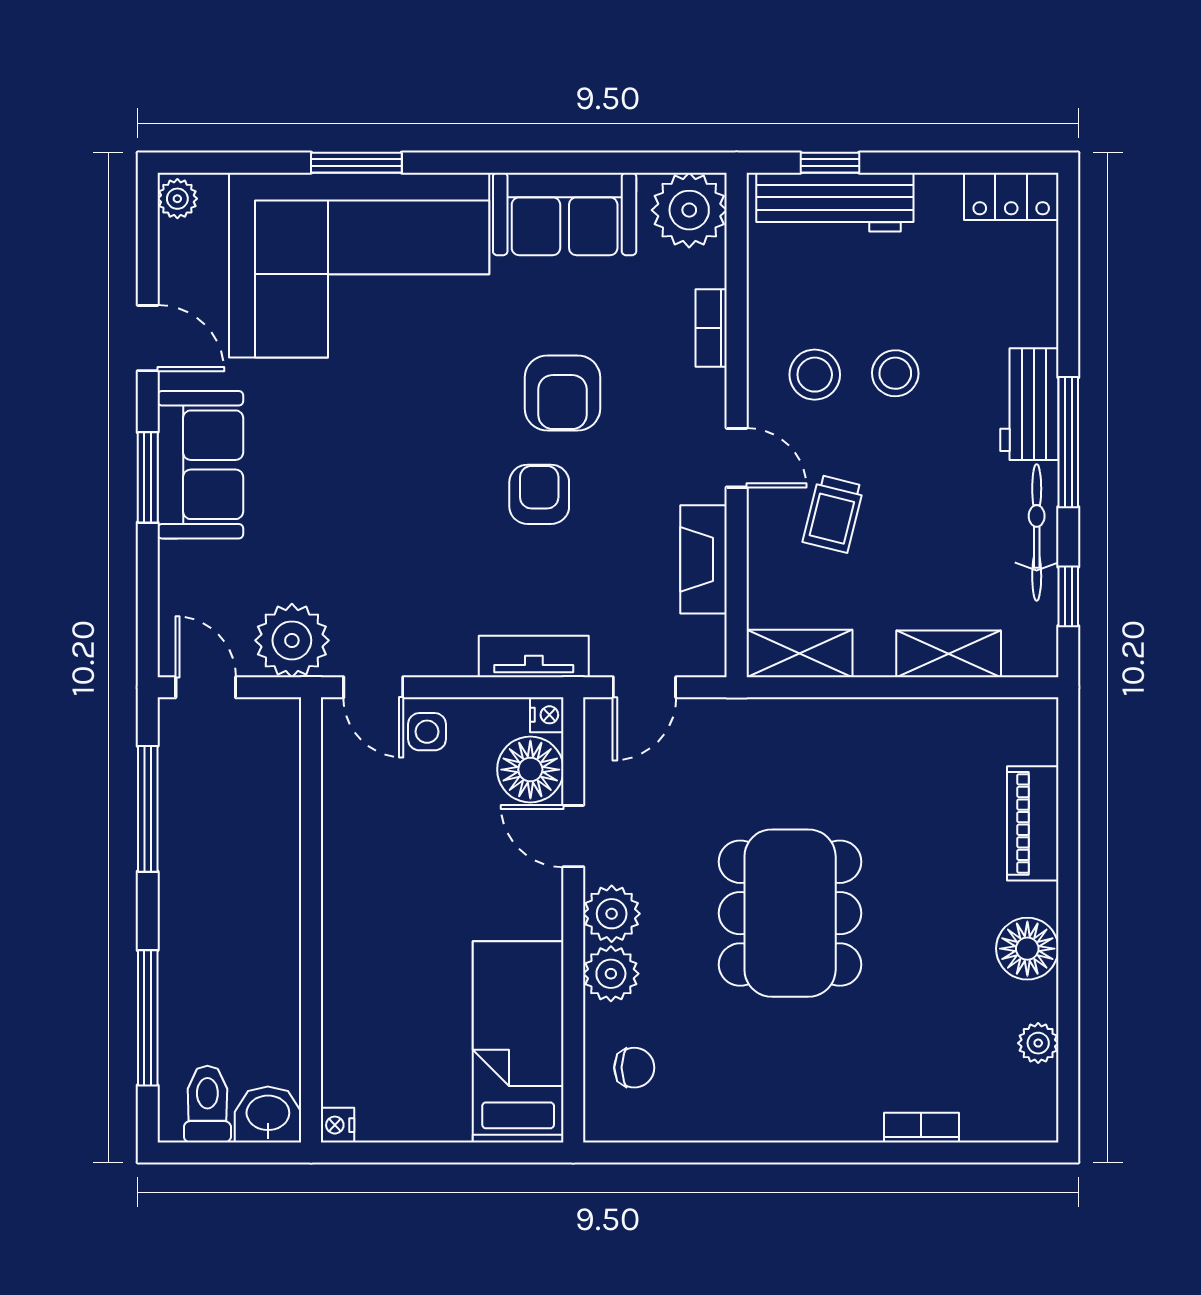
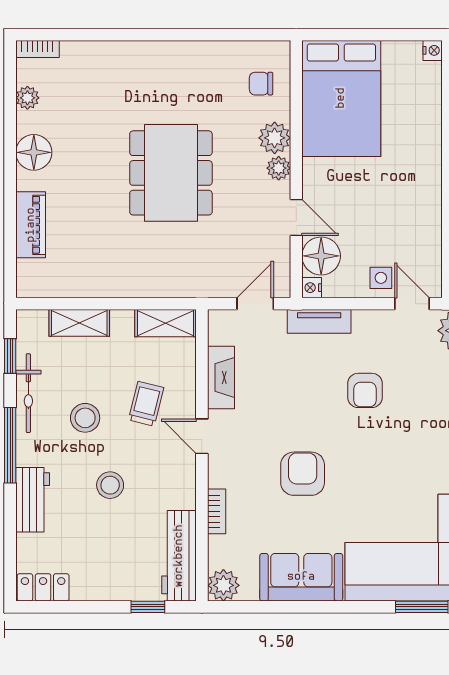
workbench: (835, 202) -> (179, 556), moved, turned -90
plant: (689, 210) -> (223, 585), width x0.73, depth x0.73
stool: (815, 375) -> (85, 418), moved
workbench: (1029, 404) -> (33, 500), moved
armchair: (539, 494) -> (365, 390), moved
plant: (612, 914) -> (279, 168), width x0.73, depth x0.73
bed: (518, 1042) -> (341, 98), width x1.50
bookcase: (921, 1128) -> (37, 49), moved

